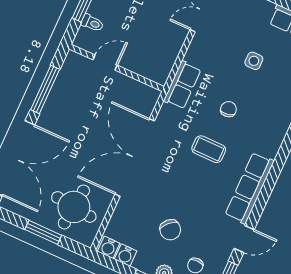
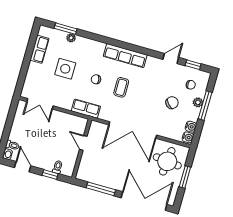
side table: (254, 61) -> (65, 69), width x1.87, depth x1.87
door: (105, 63) -> (83, 143), moved
row of seats: (250, 188) -> (125, 56), moved
door: (244, 239) -> (171, 58), hinge flipped

